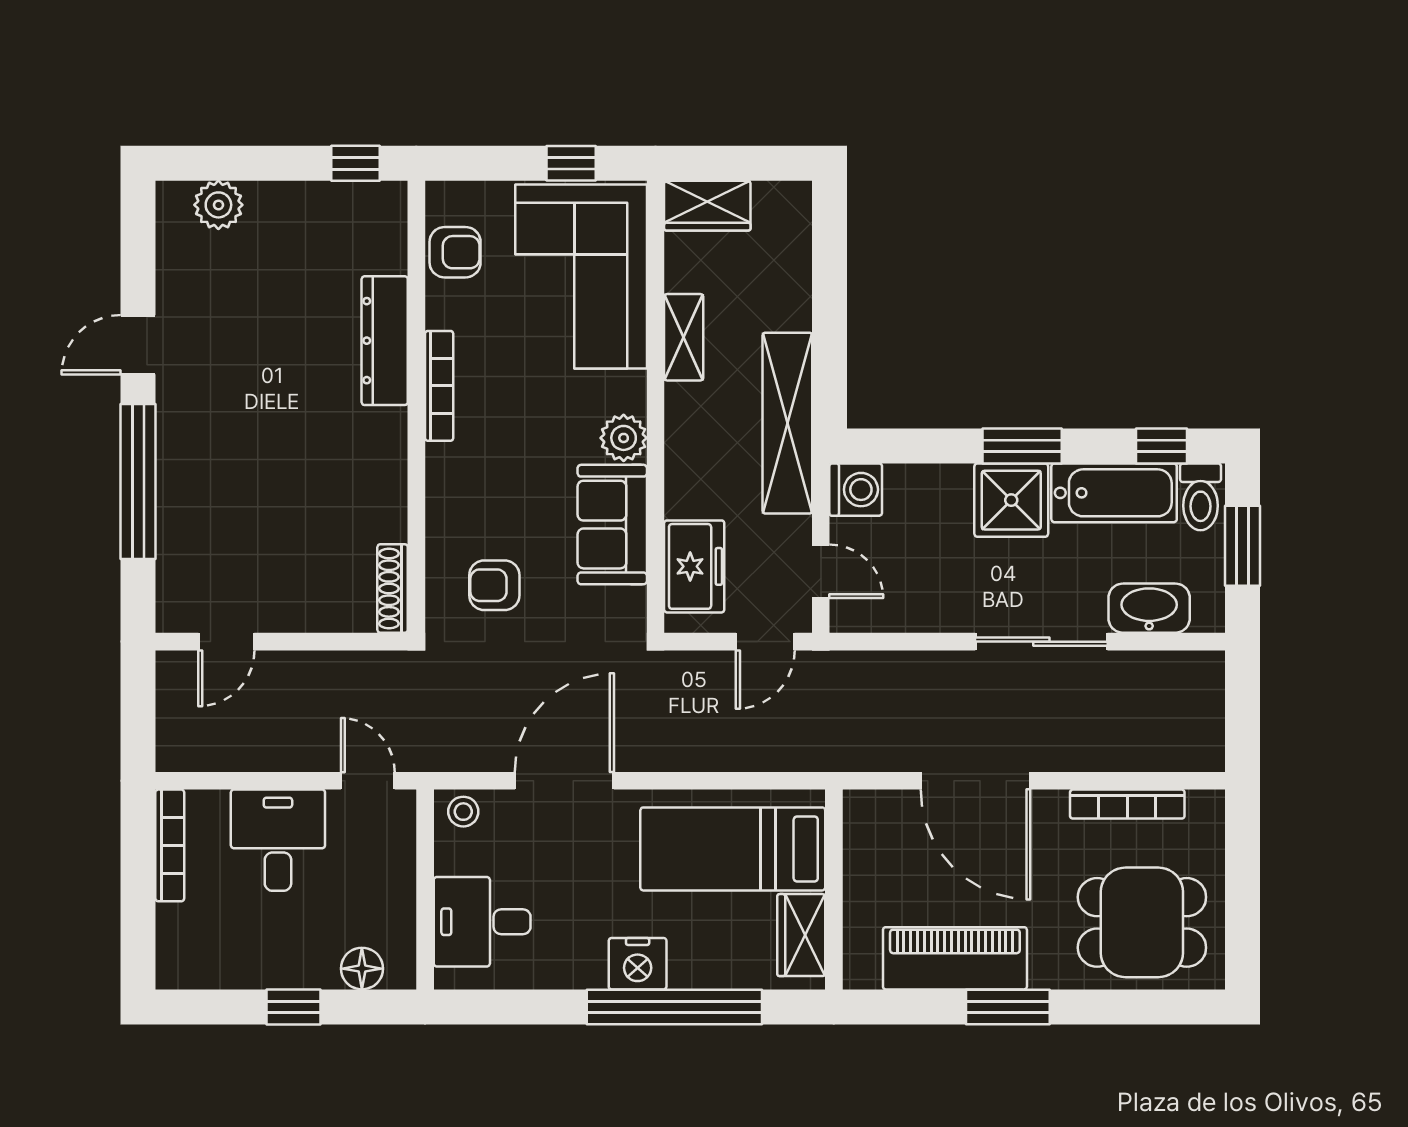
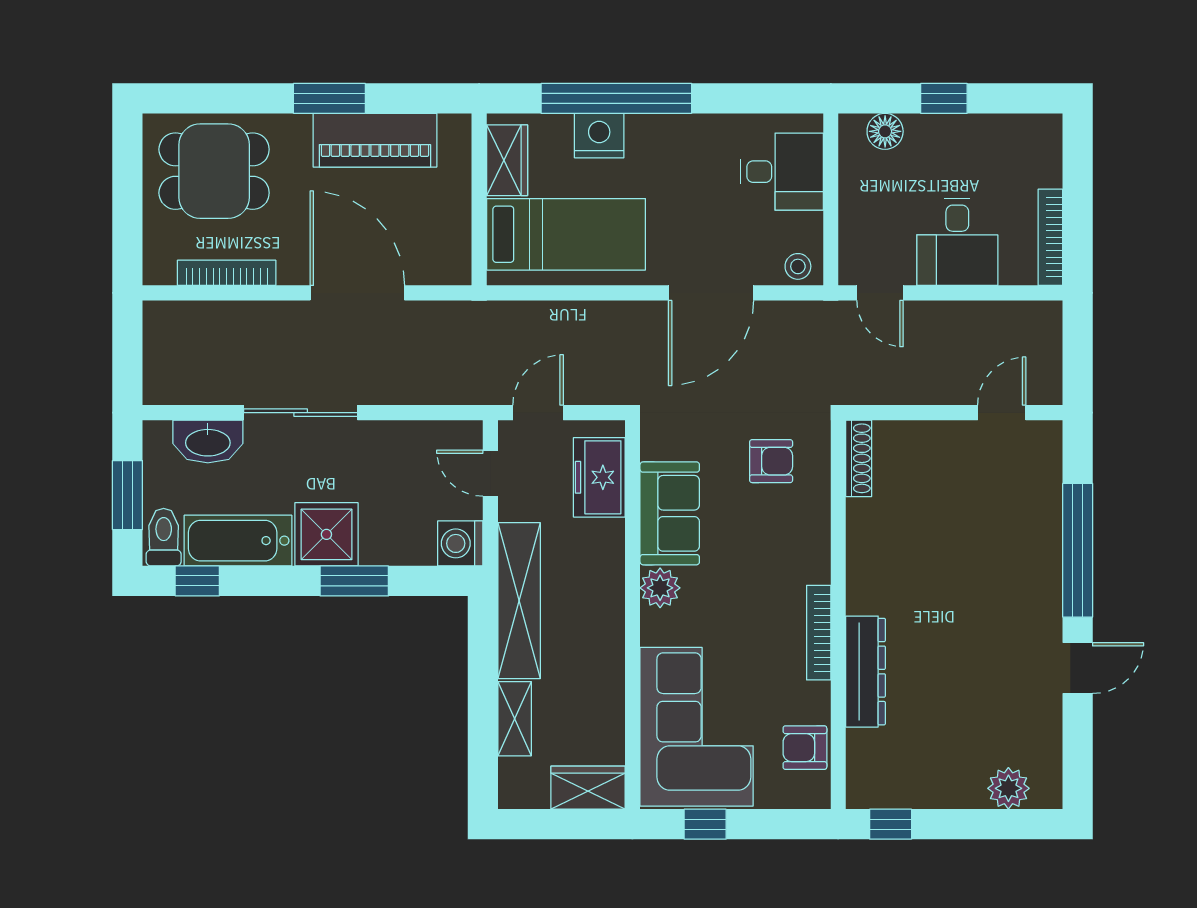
shelving: (684, 337) -> (515, 719), moved
window: (1022, 446) -> (354, 581), moved
nightstand: (638, 964) -> (599, 136), moved

